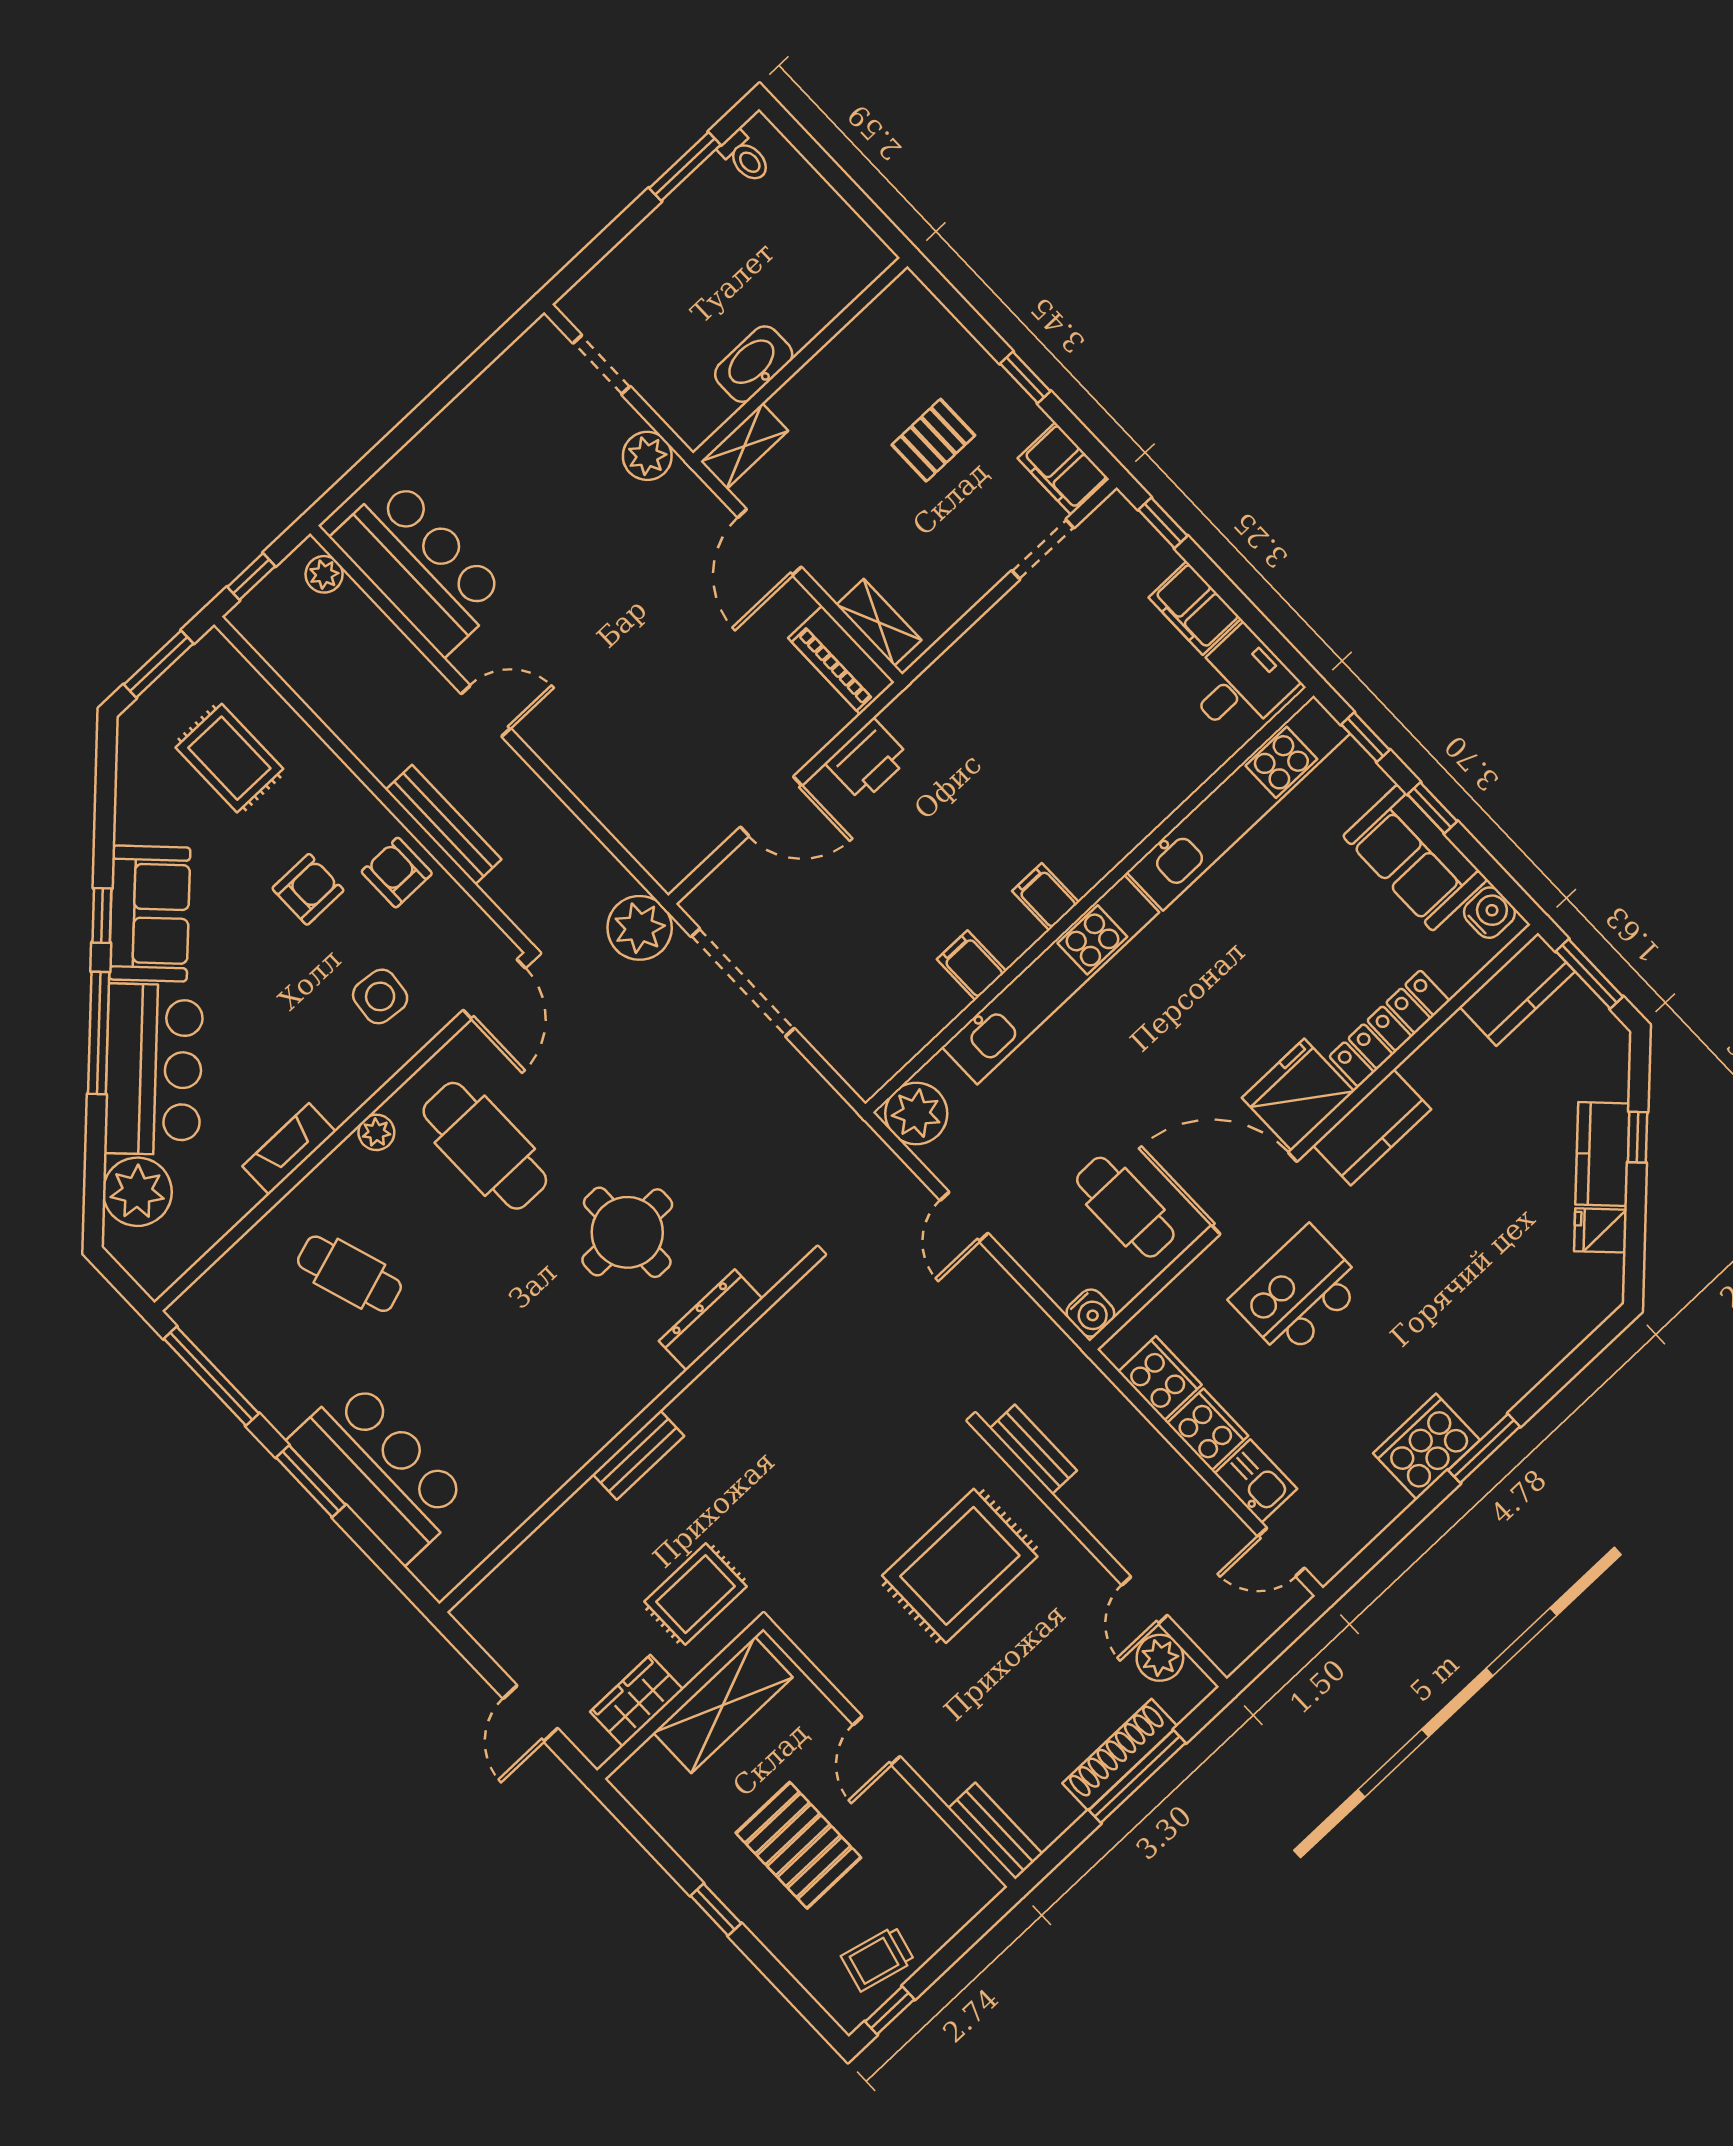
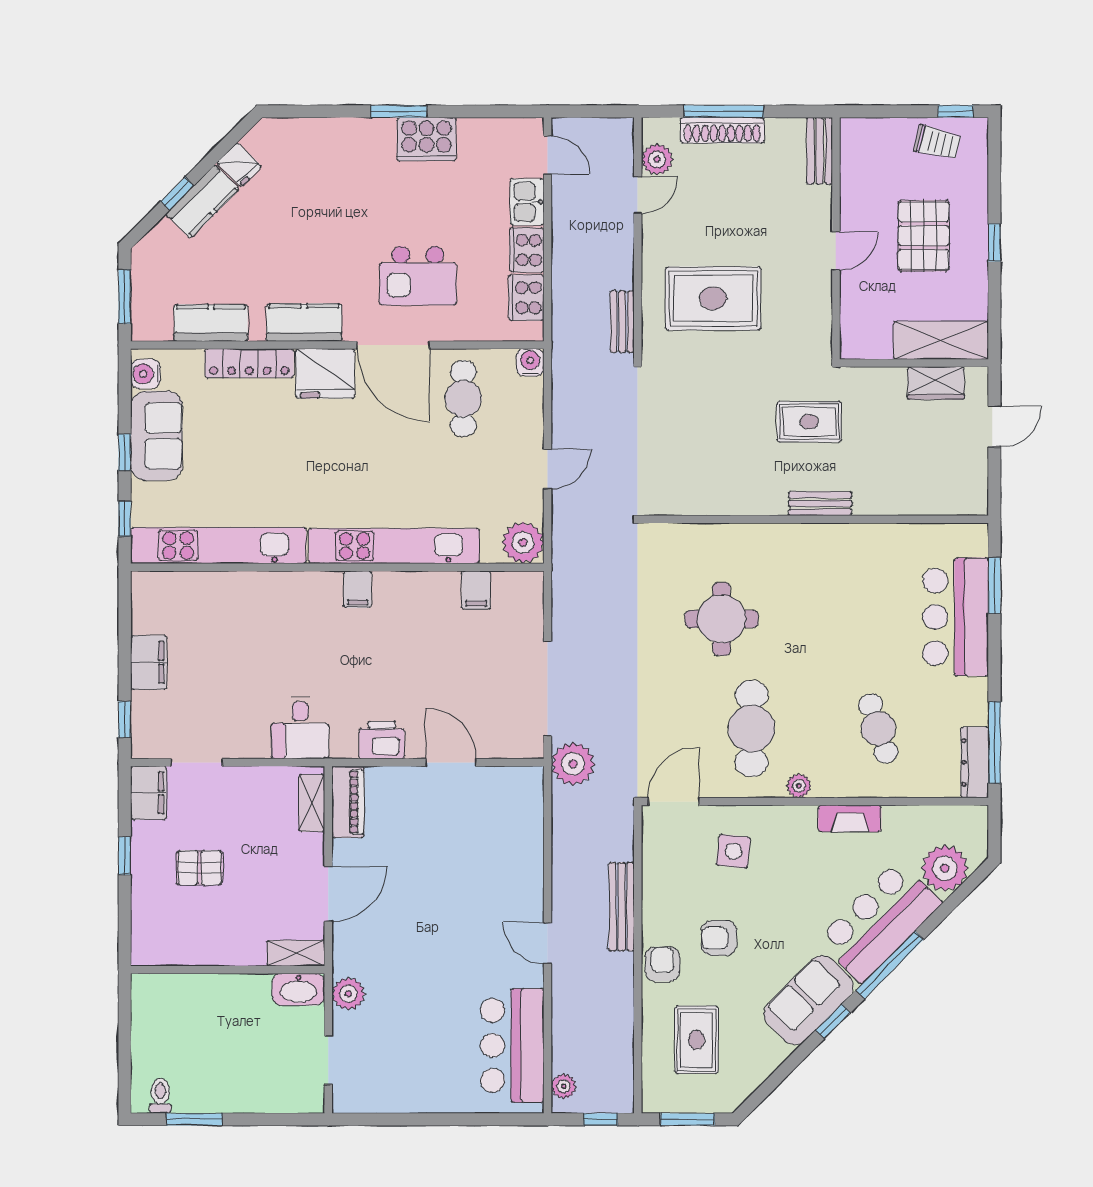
washbasin: (754, 364) -> (298, 989), moved
desk: (1240, 683) -> (300, 728), moved, turned -90
armchair: (397, 873) -> (662, 964), moved, turned 180
filing cabinet: (971, 965) -> (476, 590), moved
kitchen counter: (1517, 989) -> (211, 323), moved
dresser: (711, 1320) -> (975, 762), moved, turned 90
window: (311, 1481) -> (994, 586), moved
rug: (695, 1594) -> (809, 422), moved
shelving: (723, 1705) -> (941, 340), moved

